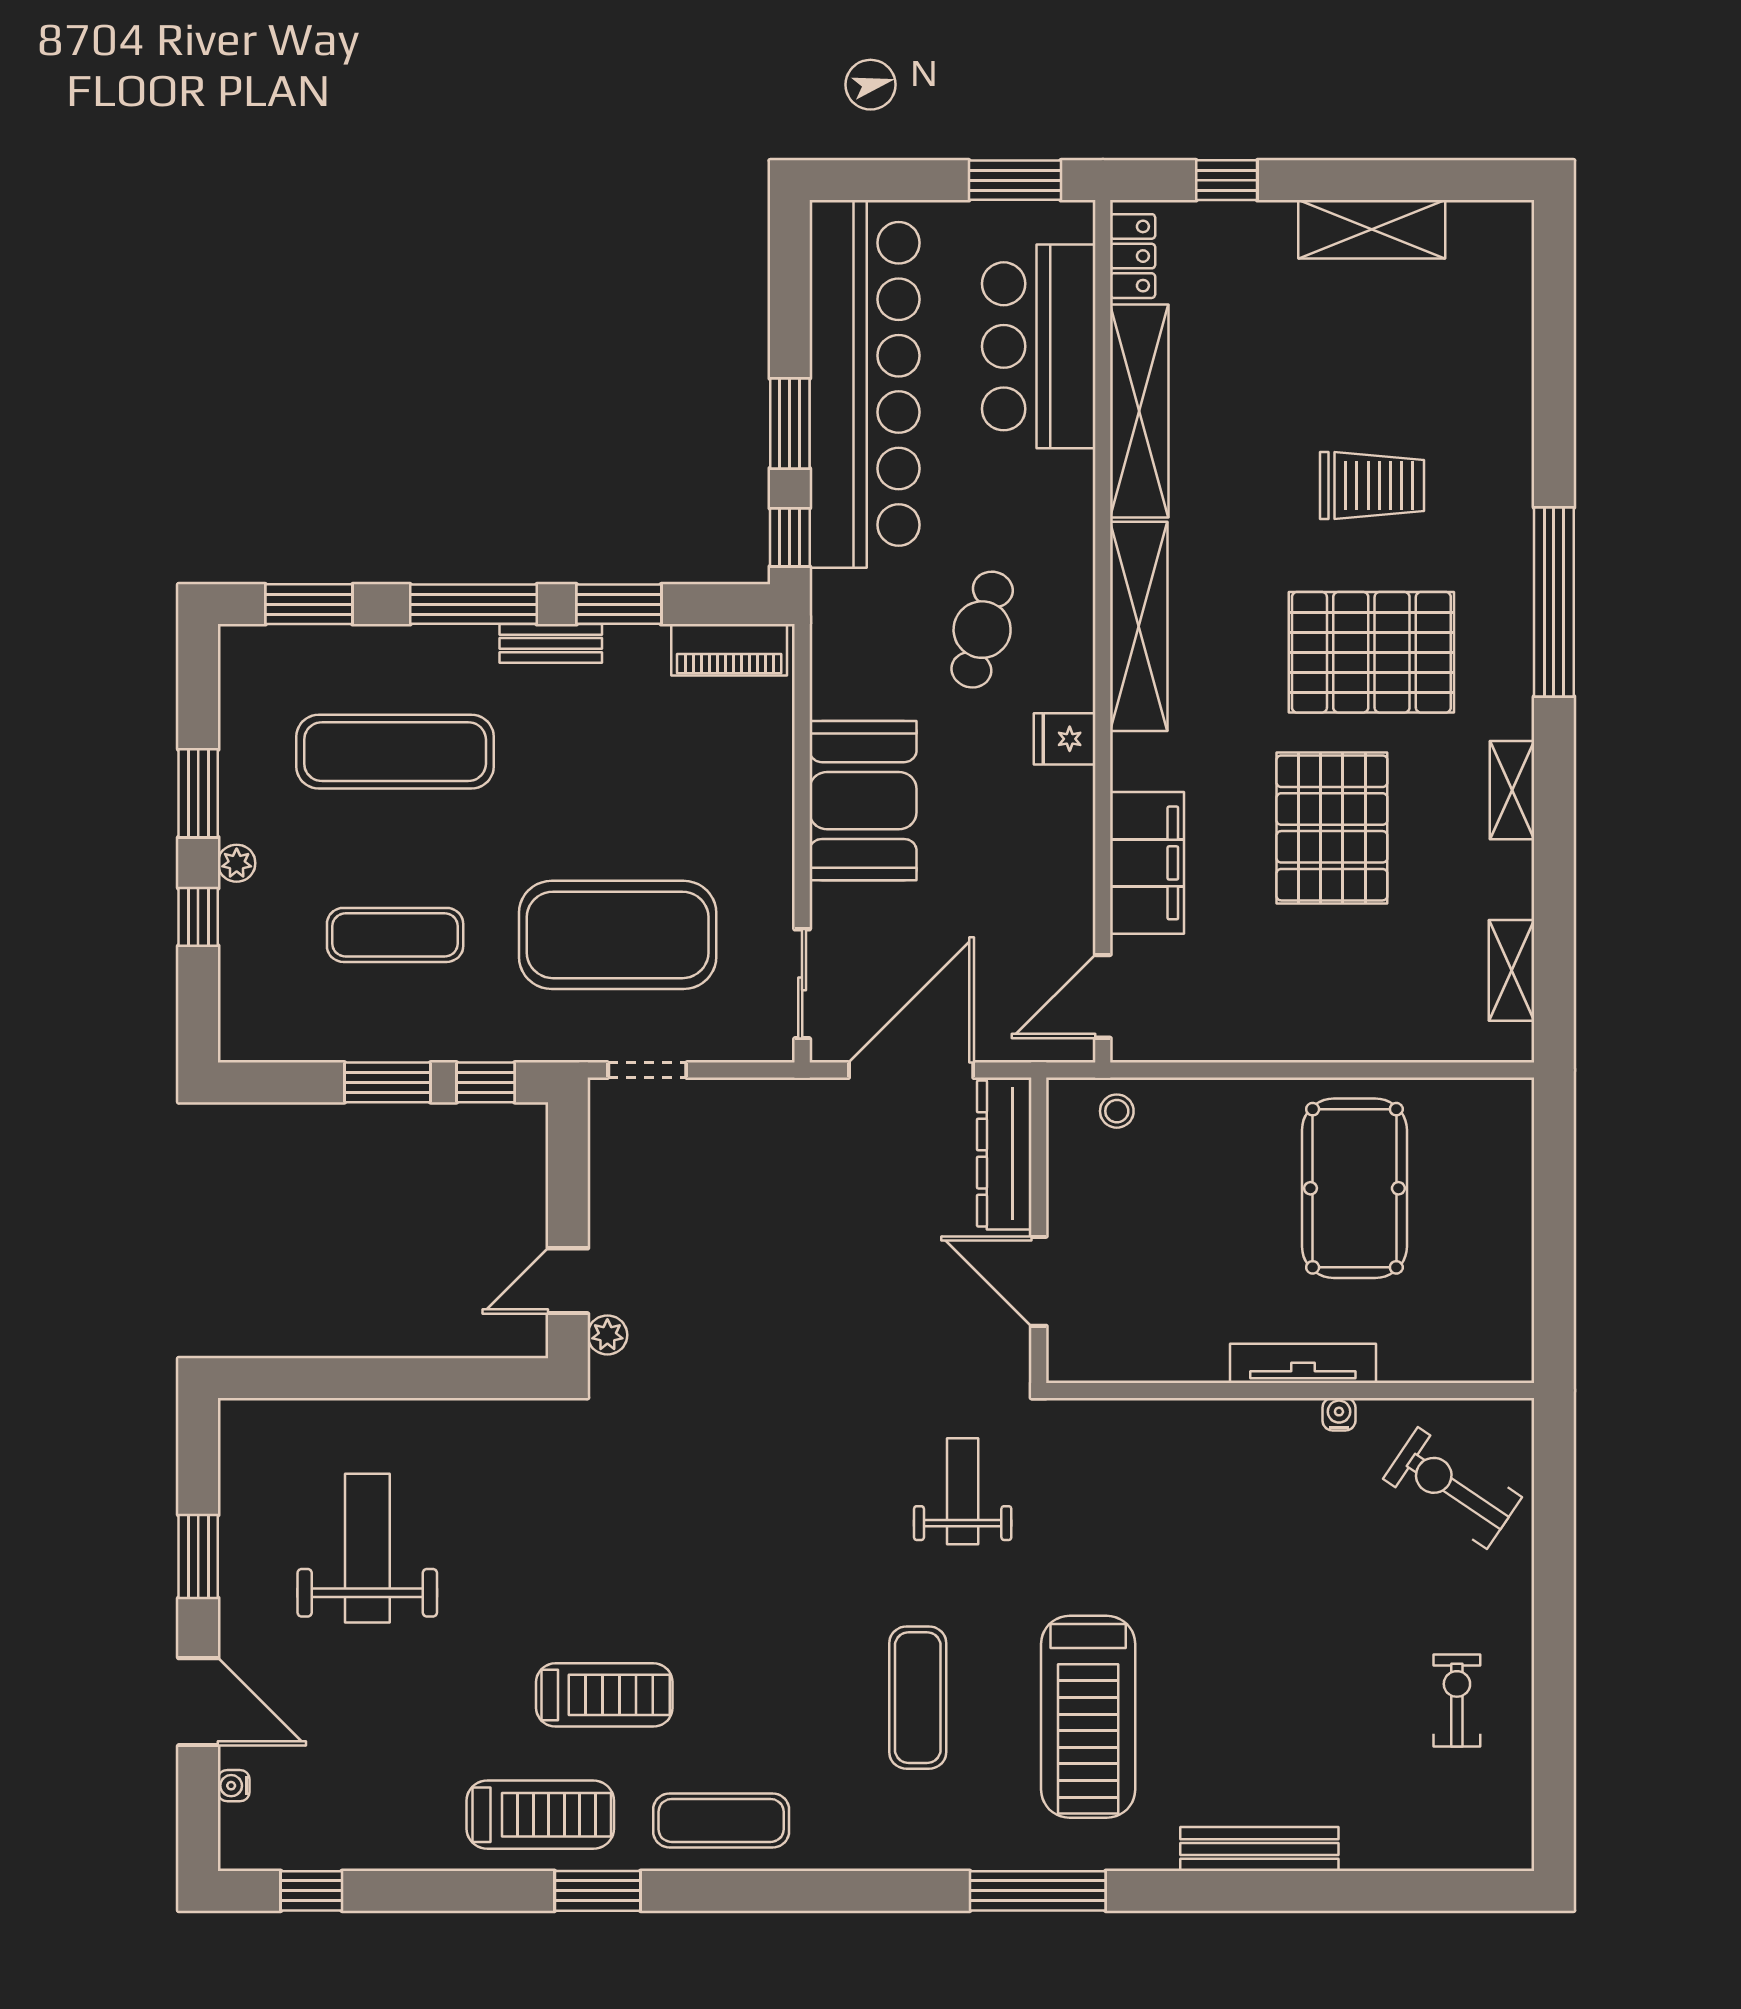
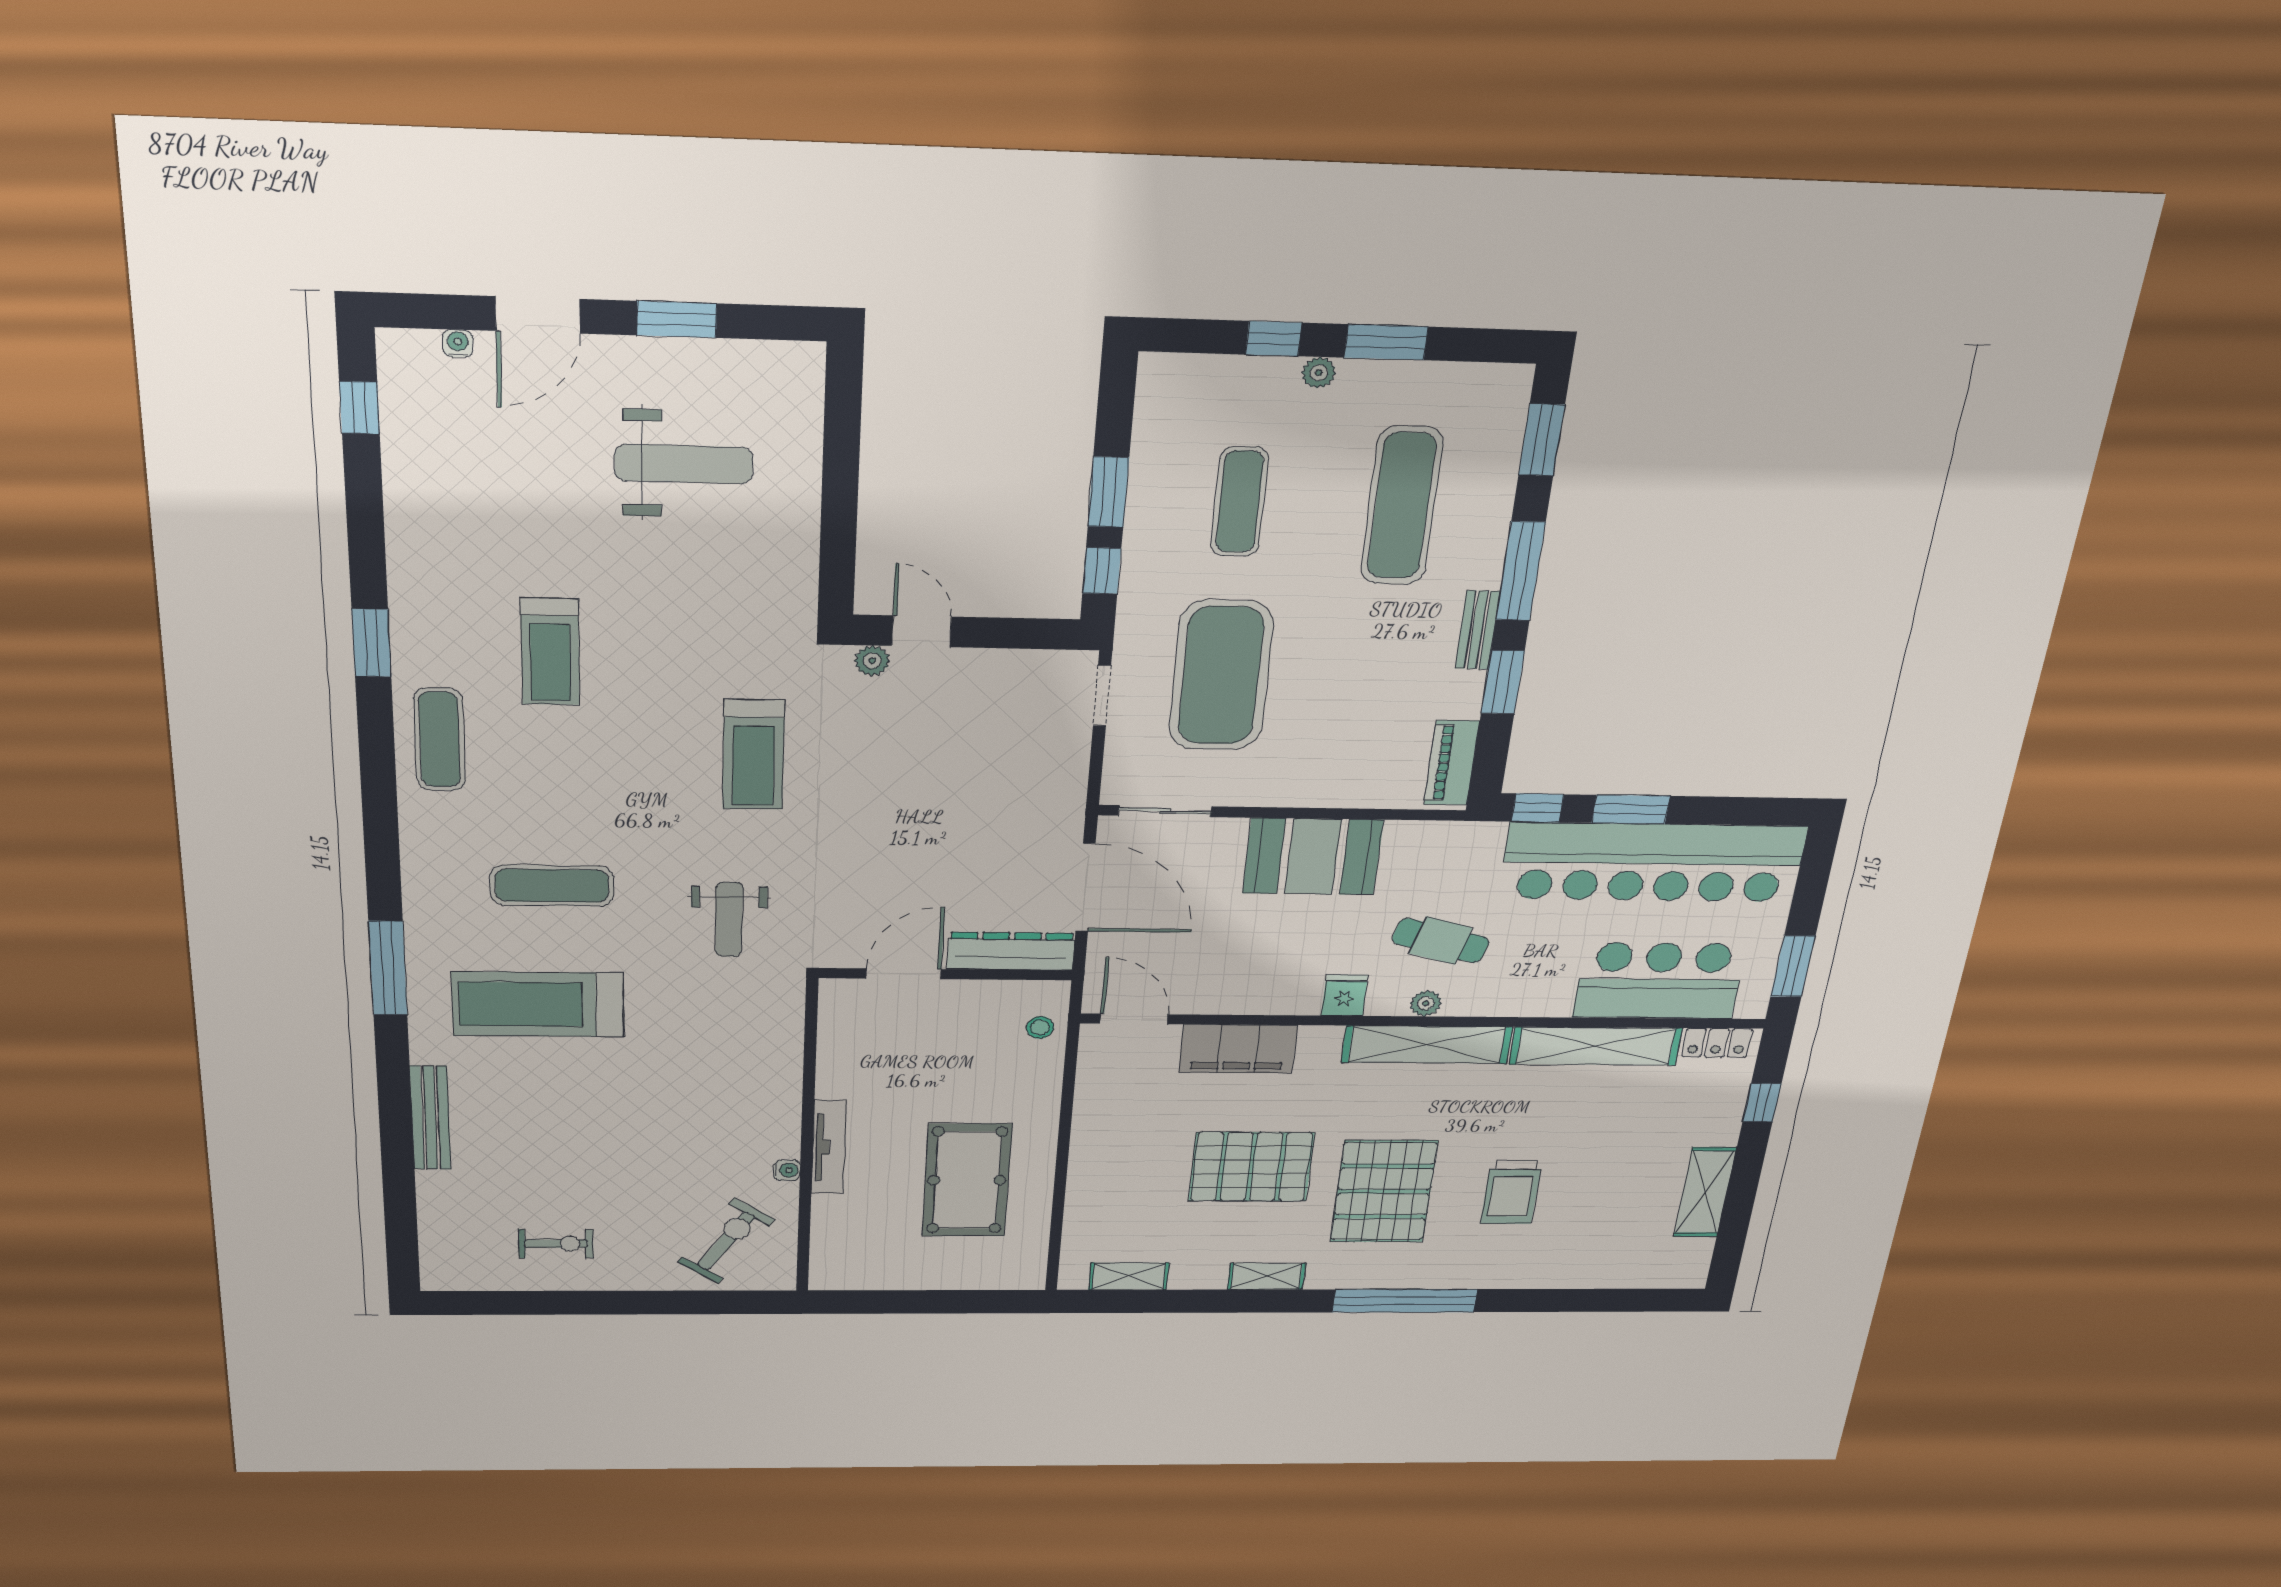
plant: (1076, 636) -> (1426, 1003), added
pool table: (1354, 1188) -> (967, 1180), turned 90
weight bench: (963, 1491) -> (729, 919), turned 90
treadmill: (540, 1815) -> (754, 755), moved

